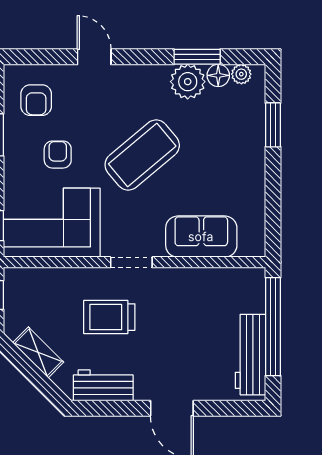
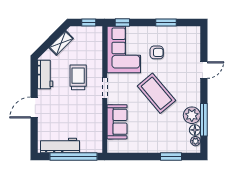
window: (197, 57) -> (204, 120), width x1.44
armchair: (36, 100) -> (183, 42), removed

